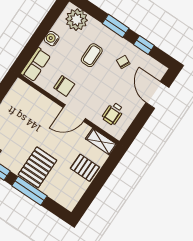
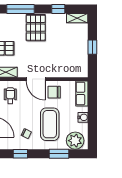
window: (116, 26) -> (59, 154), moved
coffee table: (92, 55) -> (50, 124), width x1.86, depth x1.72
door: (74, 113) -> (36, 79), swing flipped
window: (29, 191) -> (20, 9), moved

